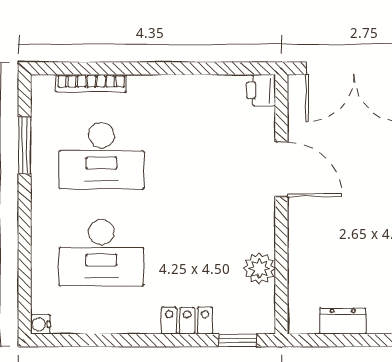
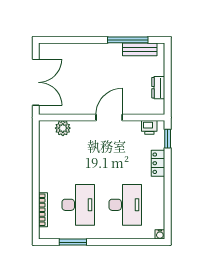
printer: (261, 90) -> (149, 127), moved
door: (281, 169) -> (109, 117), moved
plant: (259, 269) -> (63, 128), moved

